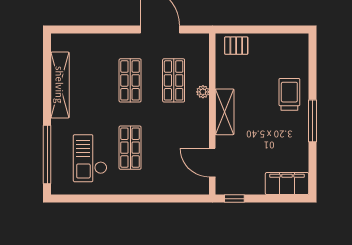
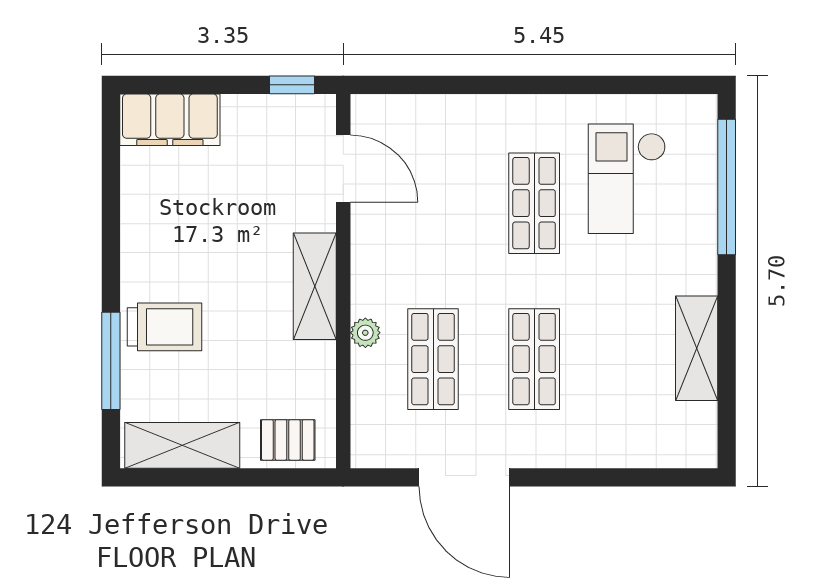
shelving: (282, 43) -> (182, 445), added
shelving: (60, 85) -> (697, 348), width x0.68
trolley: (289, 94) -> (164, 327), turned -90
window: (312, 121) -> (111, 361), moved
checkout: (90, 158) -> (627, 179), turned 180

